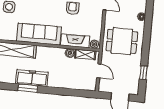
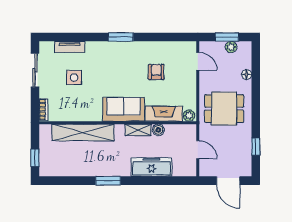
sofa: (39, 34) -> (124, 109), width x0.73
shelving: (85, 54) -> (138, 130), moved
freezer: (32, 78) -> (152, 167), moved

